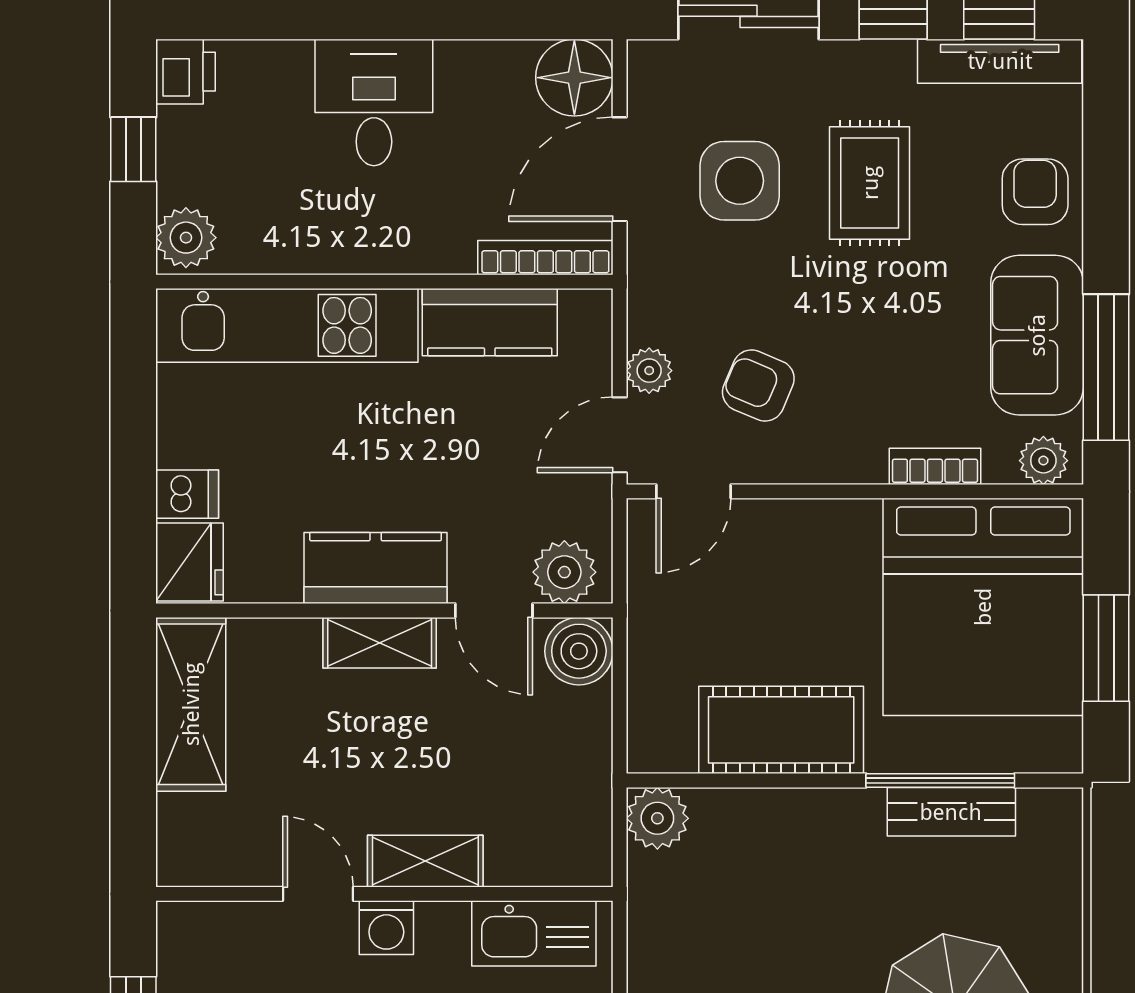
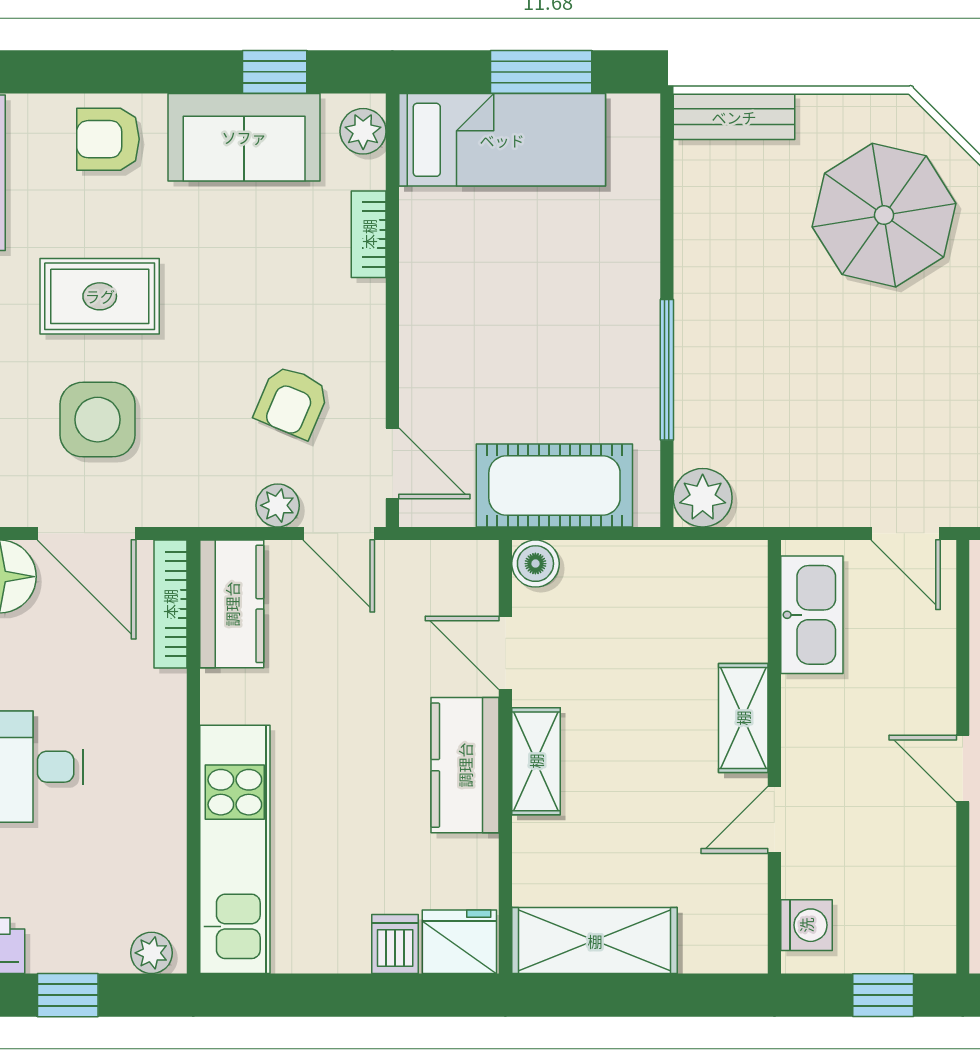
plant: (186, 238) -> (151, 953), width x0.73, depth x0.73
kitchen counter: (490, 322) -> (232, 604), moved
window: (1106, 367) -> (275, 72), width x0.46
plant: (564, 572) -> (469, 586), removed
bed: (983, 607) -> (502, 140), width x0.49
door: (494, 610) -> (505, 653), swing flipped
boiler: (579, 651) -> (535, 564), width x0.73, depth x0.73
cot: (781, 730) -> (554, 485), moved, turned 90
window: (940, 781) -> (667, 370), moved
bench: (951, 812) -> (734, 117), moved, turned 90
washing machine: (386, 928) -> (806, 925), moved

